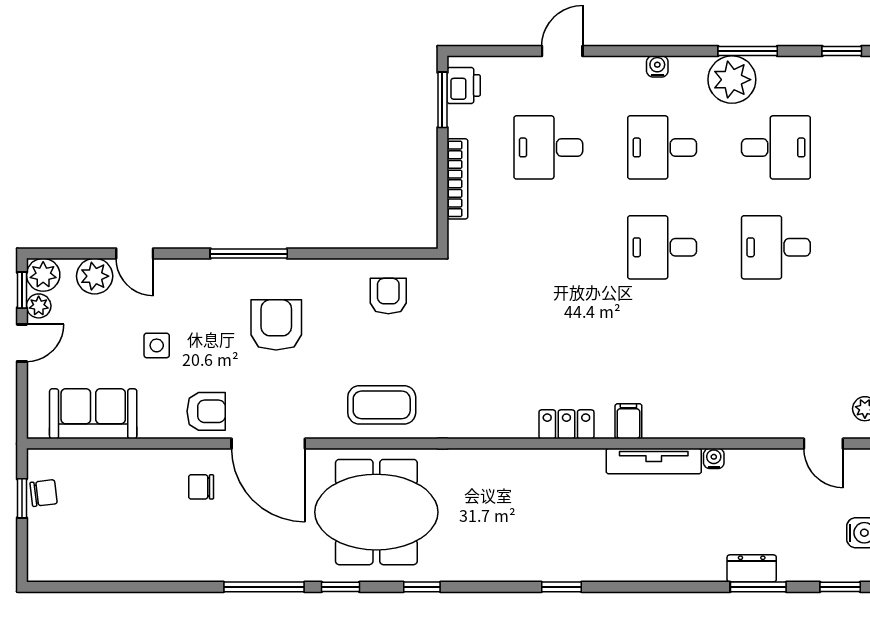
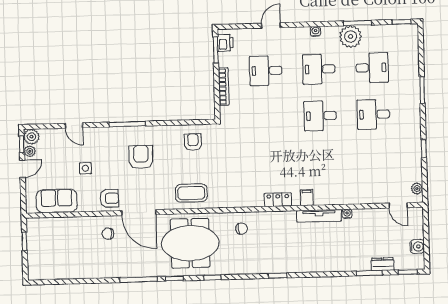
plant: (95, 276) -> (56, 137), removed
chair: (44, 493) -> (242, 229), moved
dresser: (752, 568) -> (383, 264), moved

